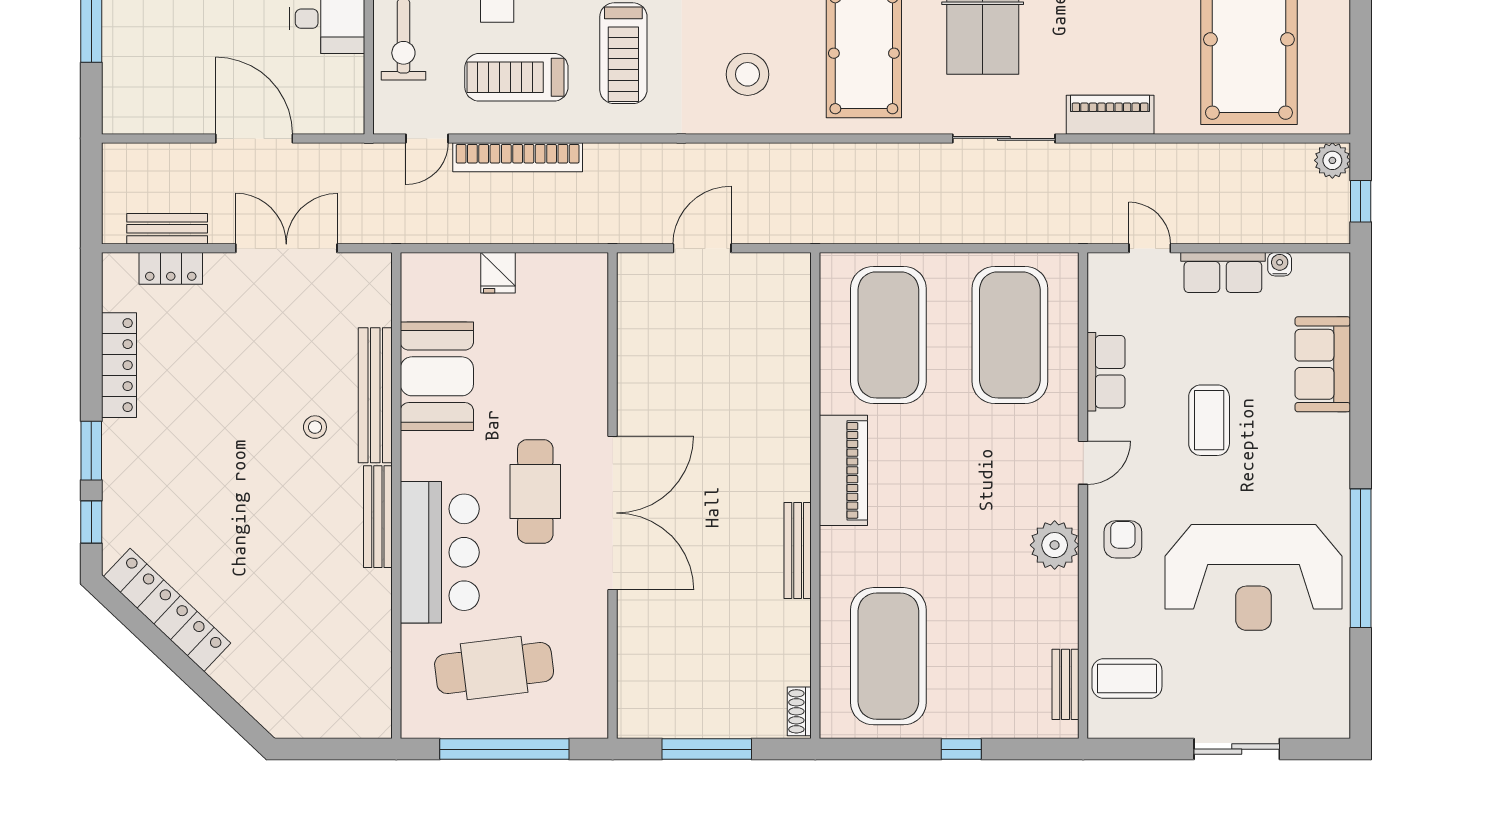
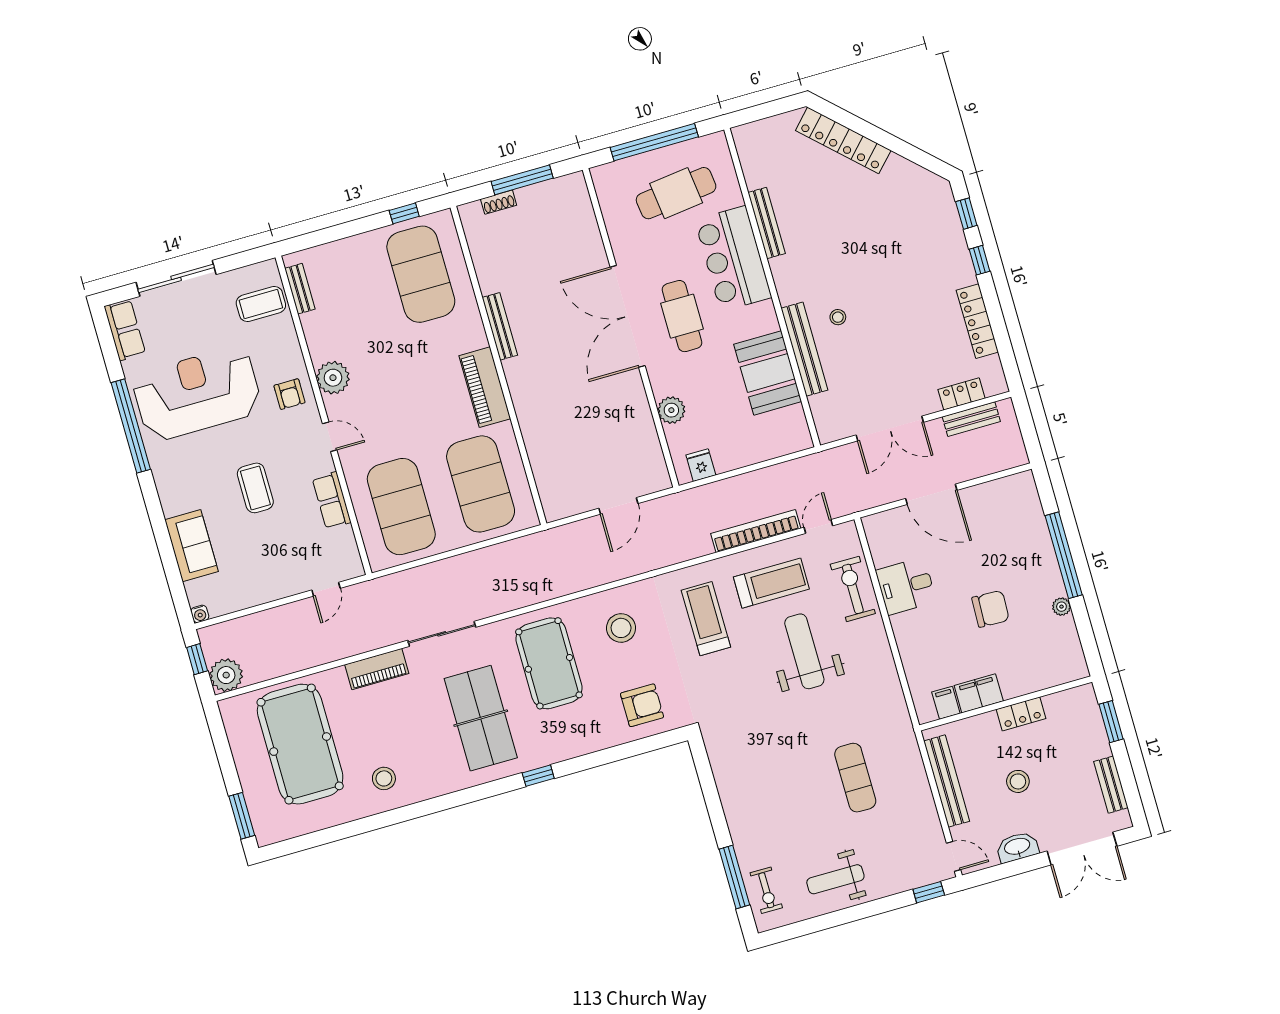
plant: (1332, 160) -> (226, 675), width x1.36, depth x1.36
door: (1150, 248) -> (326, 589), hinge flipped
water cooler: (1280, 264) -> (200, 614), moved
fridge: (498, 273) -> (701, 465), moved
row of seats: (1223, 273) -> (125, 330), moved, turned 90
plant: (588, 363) -> (671, 410), added
window: (91, 451) -> (980, 260), width x0.67
door: (1083, 463) -> (330, 437), swing flipped
bench: (378, 517) -> (767, 223), moved
locker: (167, 610) -> (843, 140), moved
shoe rack: (799, 711) -> (499, 202), moved, turned 90
window: (961, 749) -> (404, 213), moved
sliding door: (1237, 749) -> (176, 278), width x1.37

